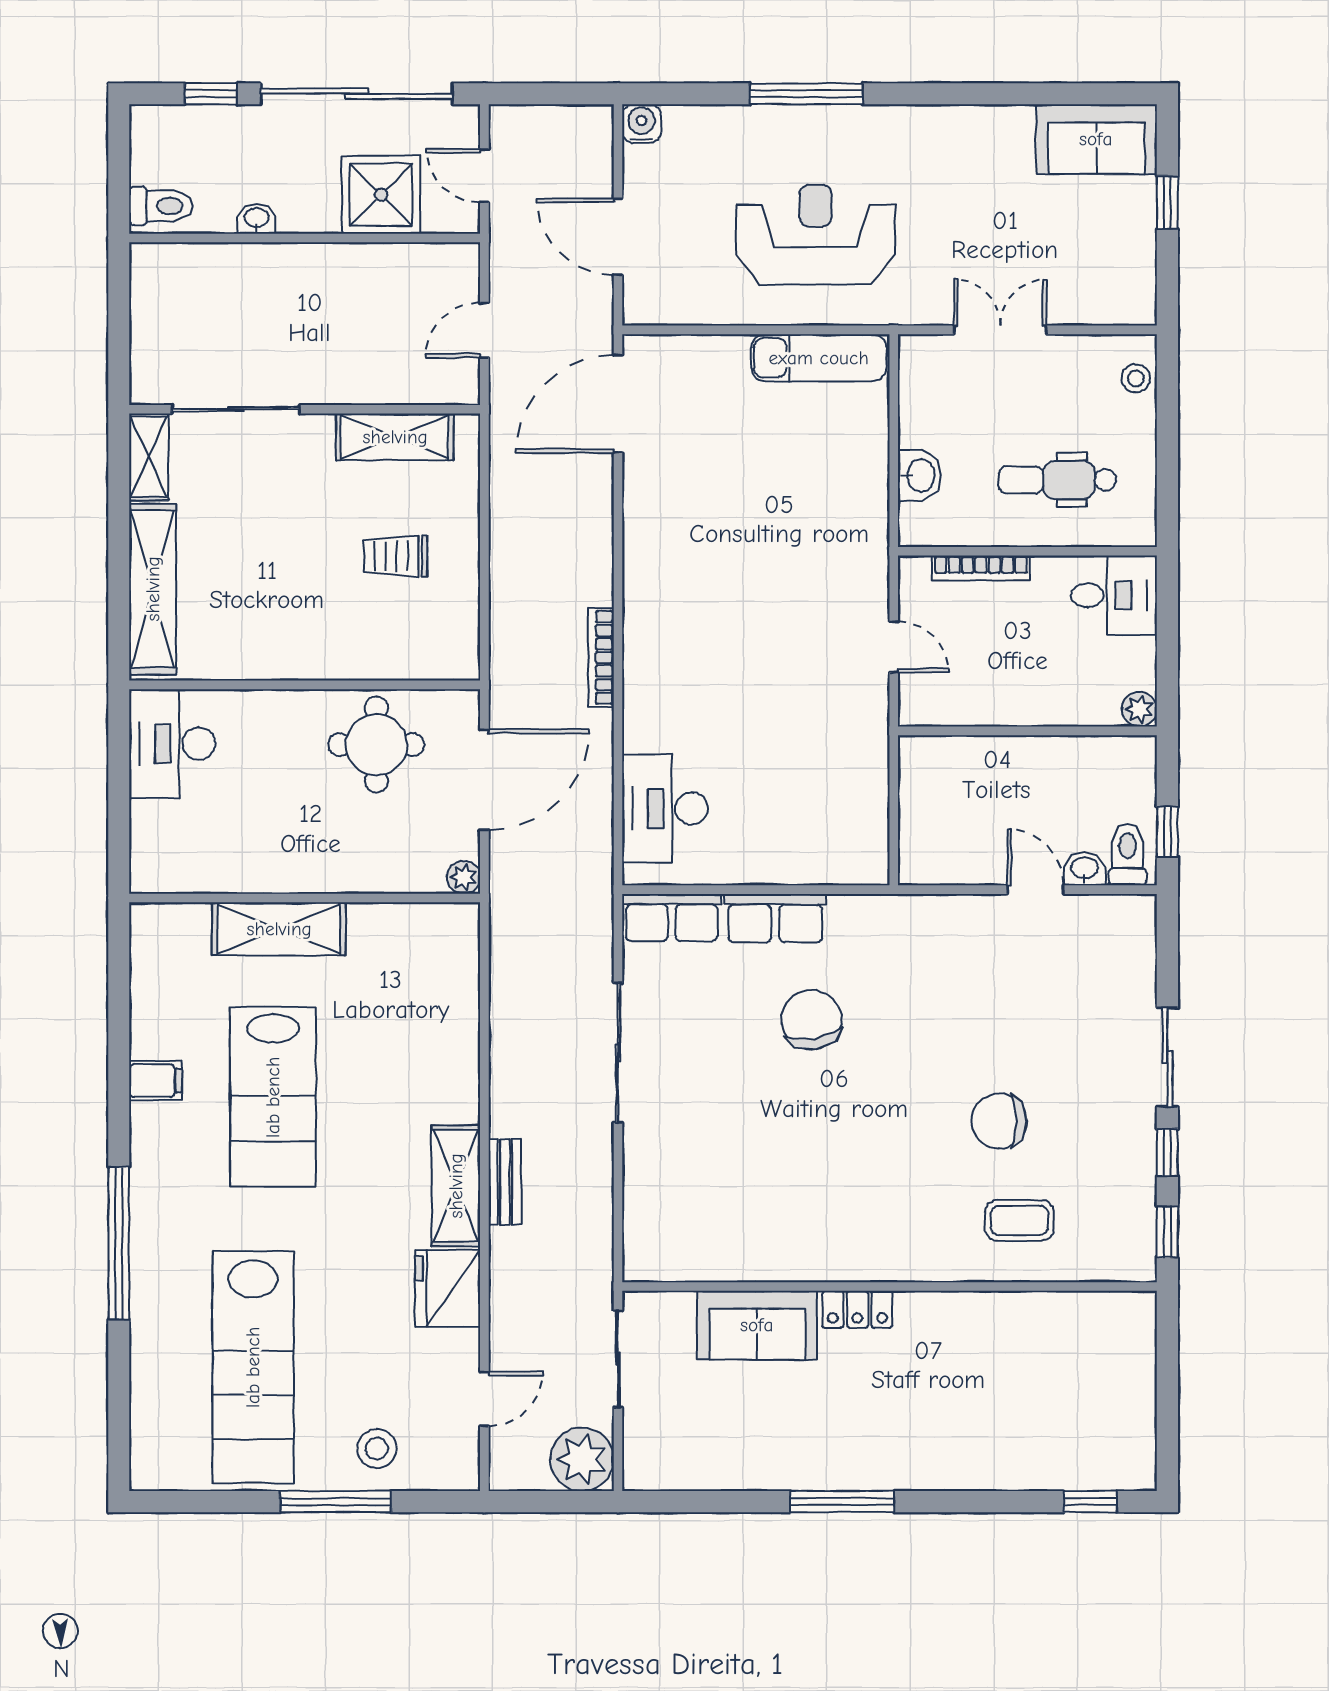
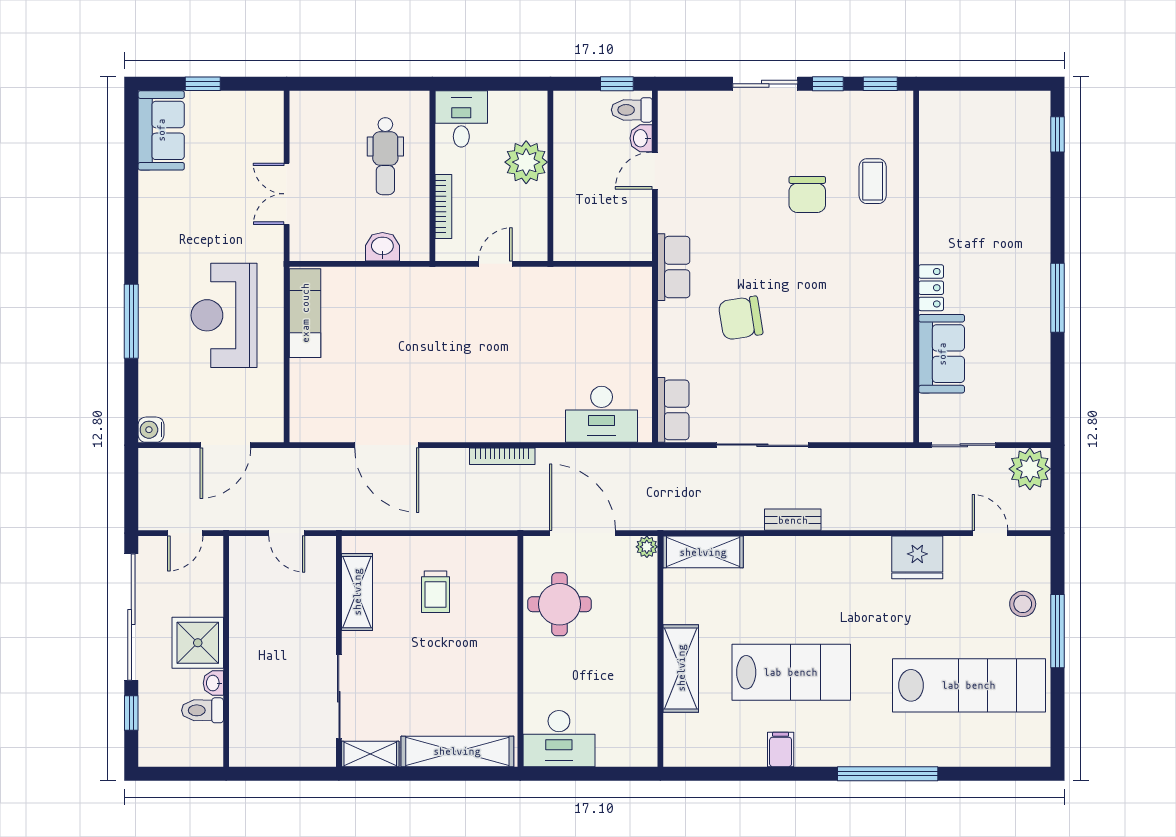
shower: (381, 195) -> (198, 643), moved
toilet: (161, 206) -> (203, 710), moved, turned -90
stool: (1136, 378) -> (319, 105), removed
door: (618, 404) -> (387, 445), moved
plant: (1139, 709) -> (526, 162), moved, width x1.88, depth x1.88
row of seats: (775, 918) -> (674, 267), moved
bench: (505, 1182) -> (793, 520), moved
shelving: (456, 1186) -> (703, 552), moved

